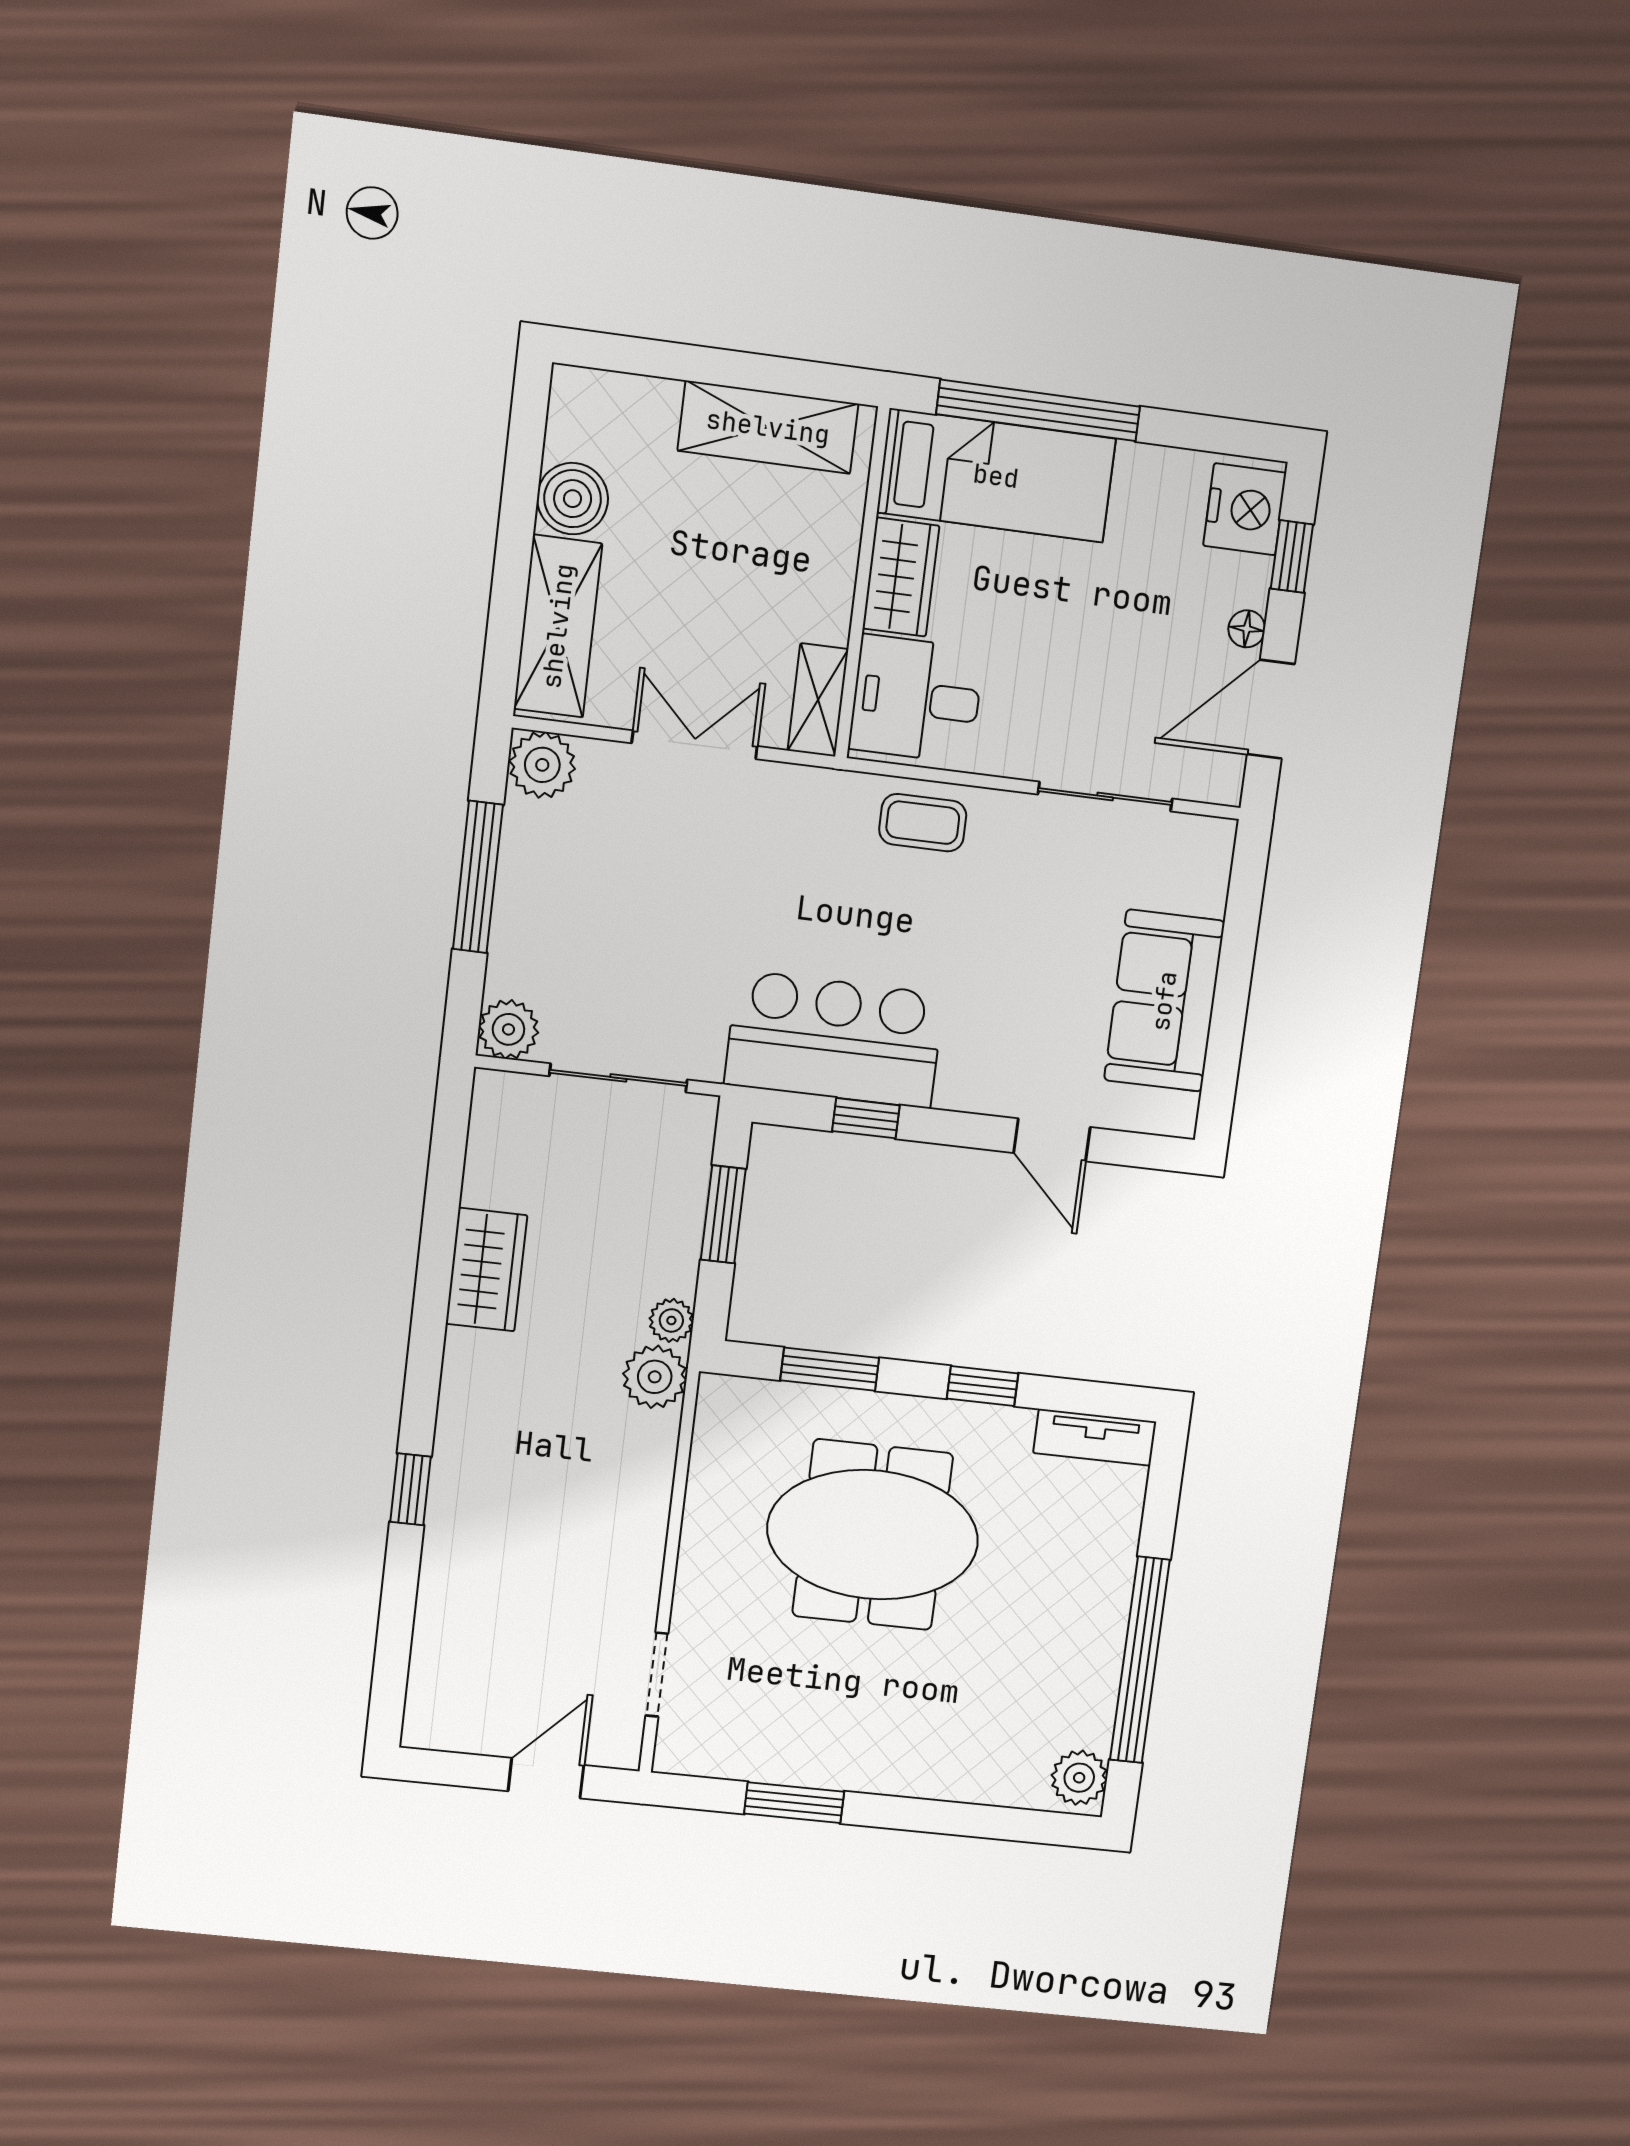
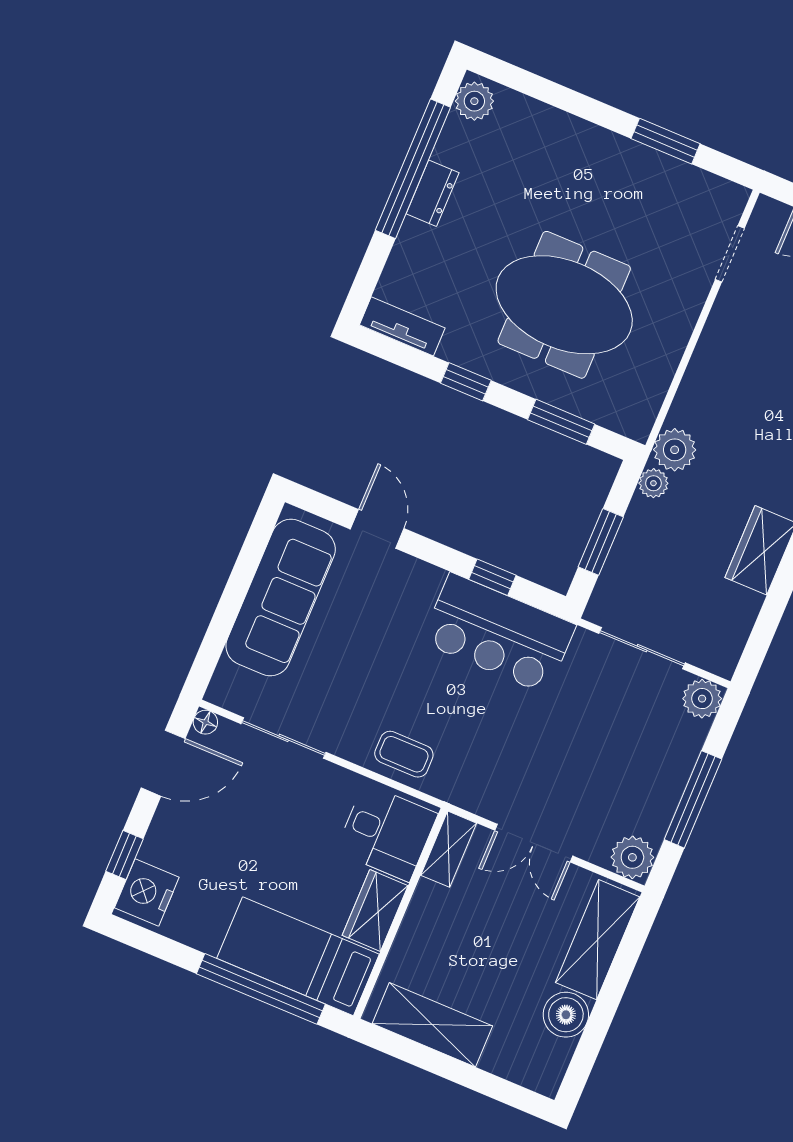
floor lamp: (1247, 629) -> (205, 722), moved
sofa: (1164, 1001) -> (281, 598), width x1.36
dresser: (1103, 1635) -> (433, 193), added

